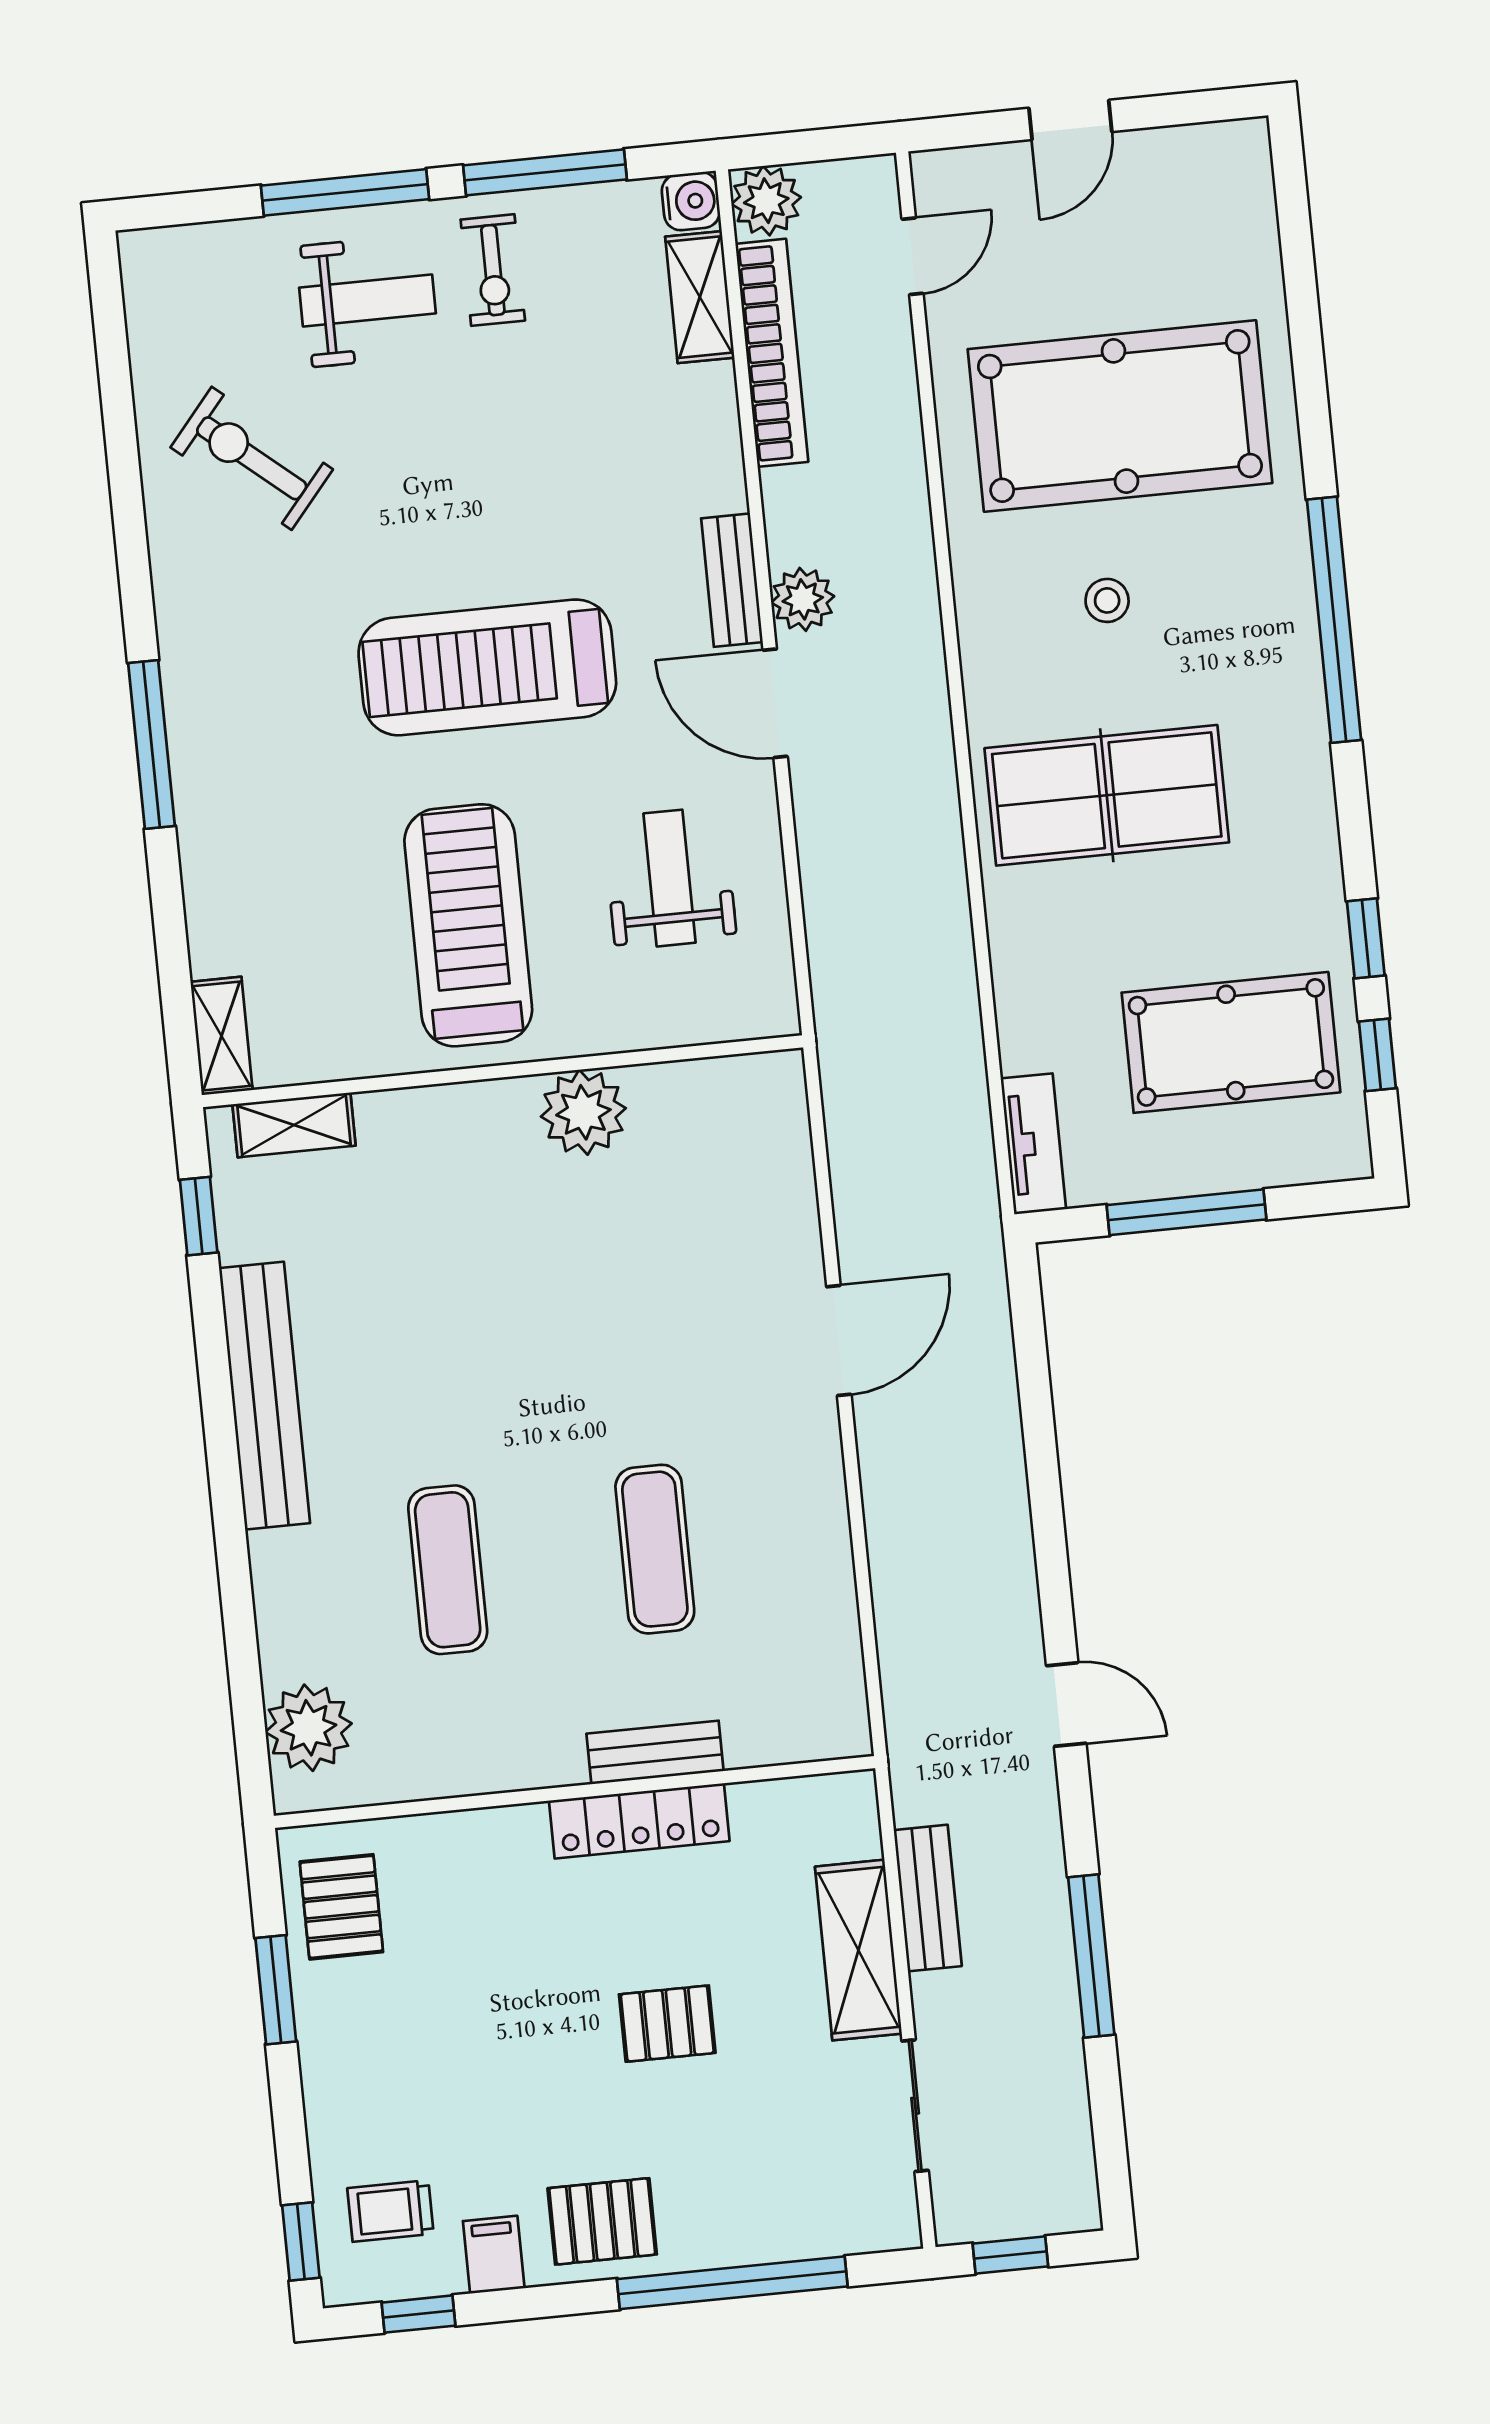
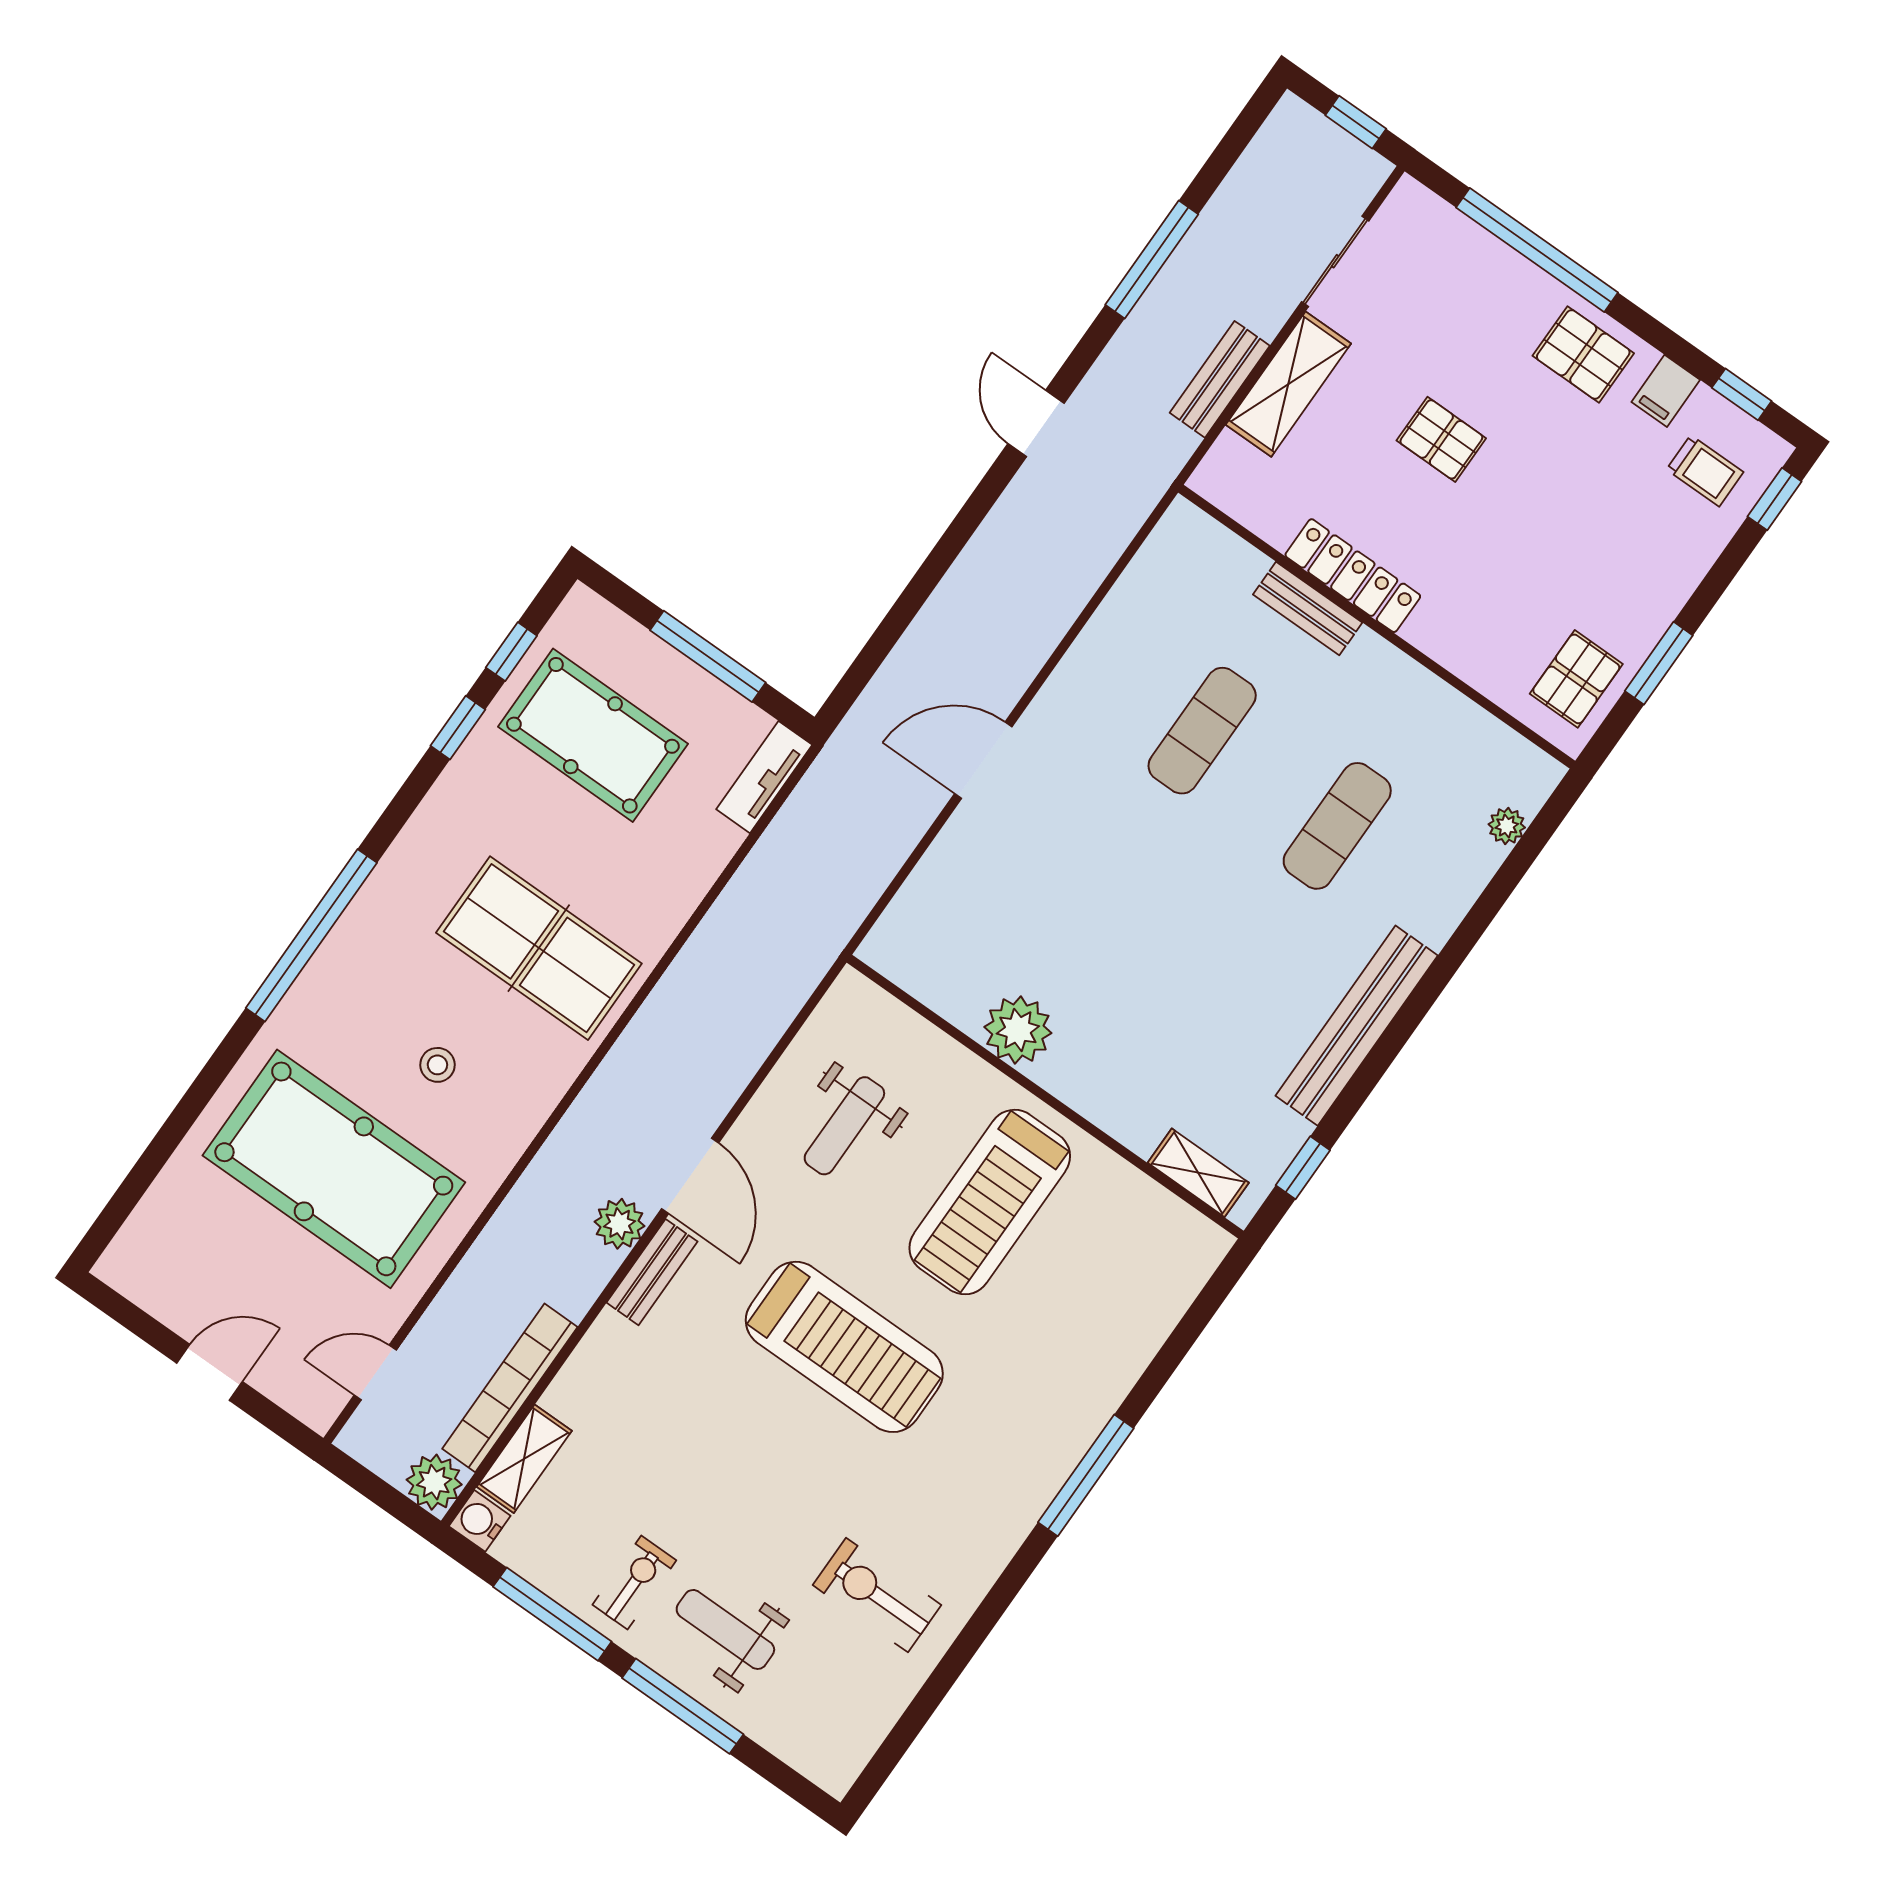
exercise bike: (252, 458) -> (877, 1595), turned 140
shelving: (222, 1036) -> (1195, 1264), removed
plant: (309, 1728) -> (1507, 826), width x0.53, depth x0.53

